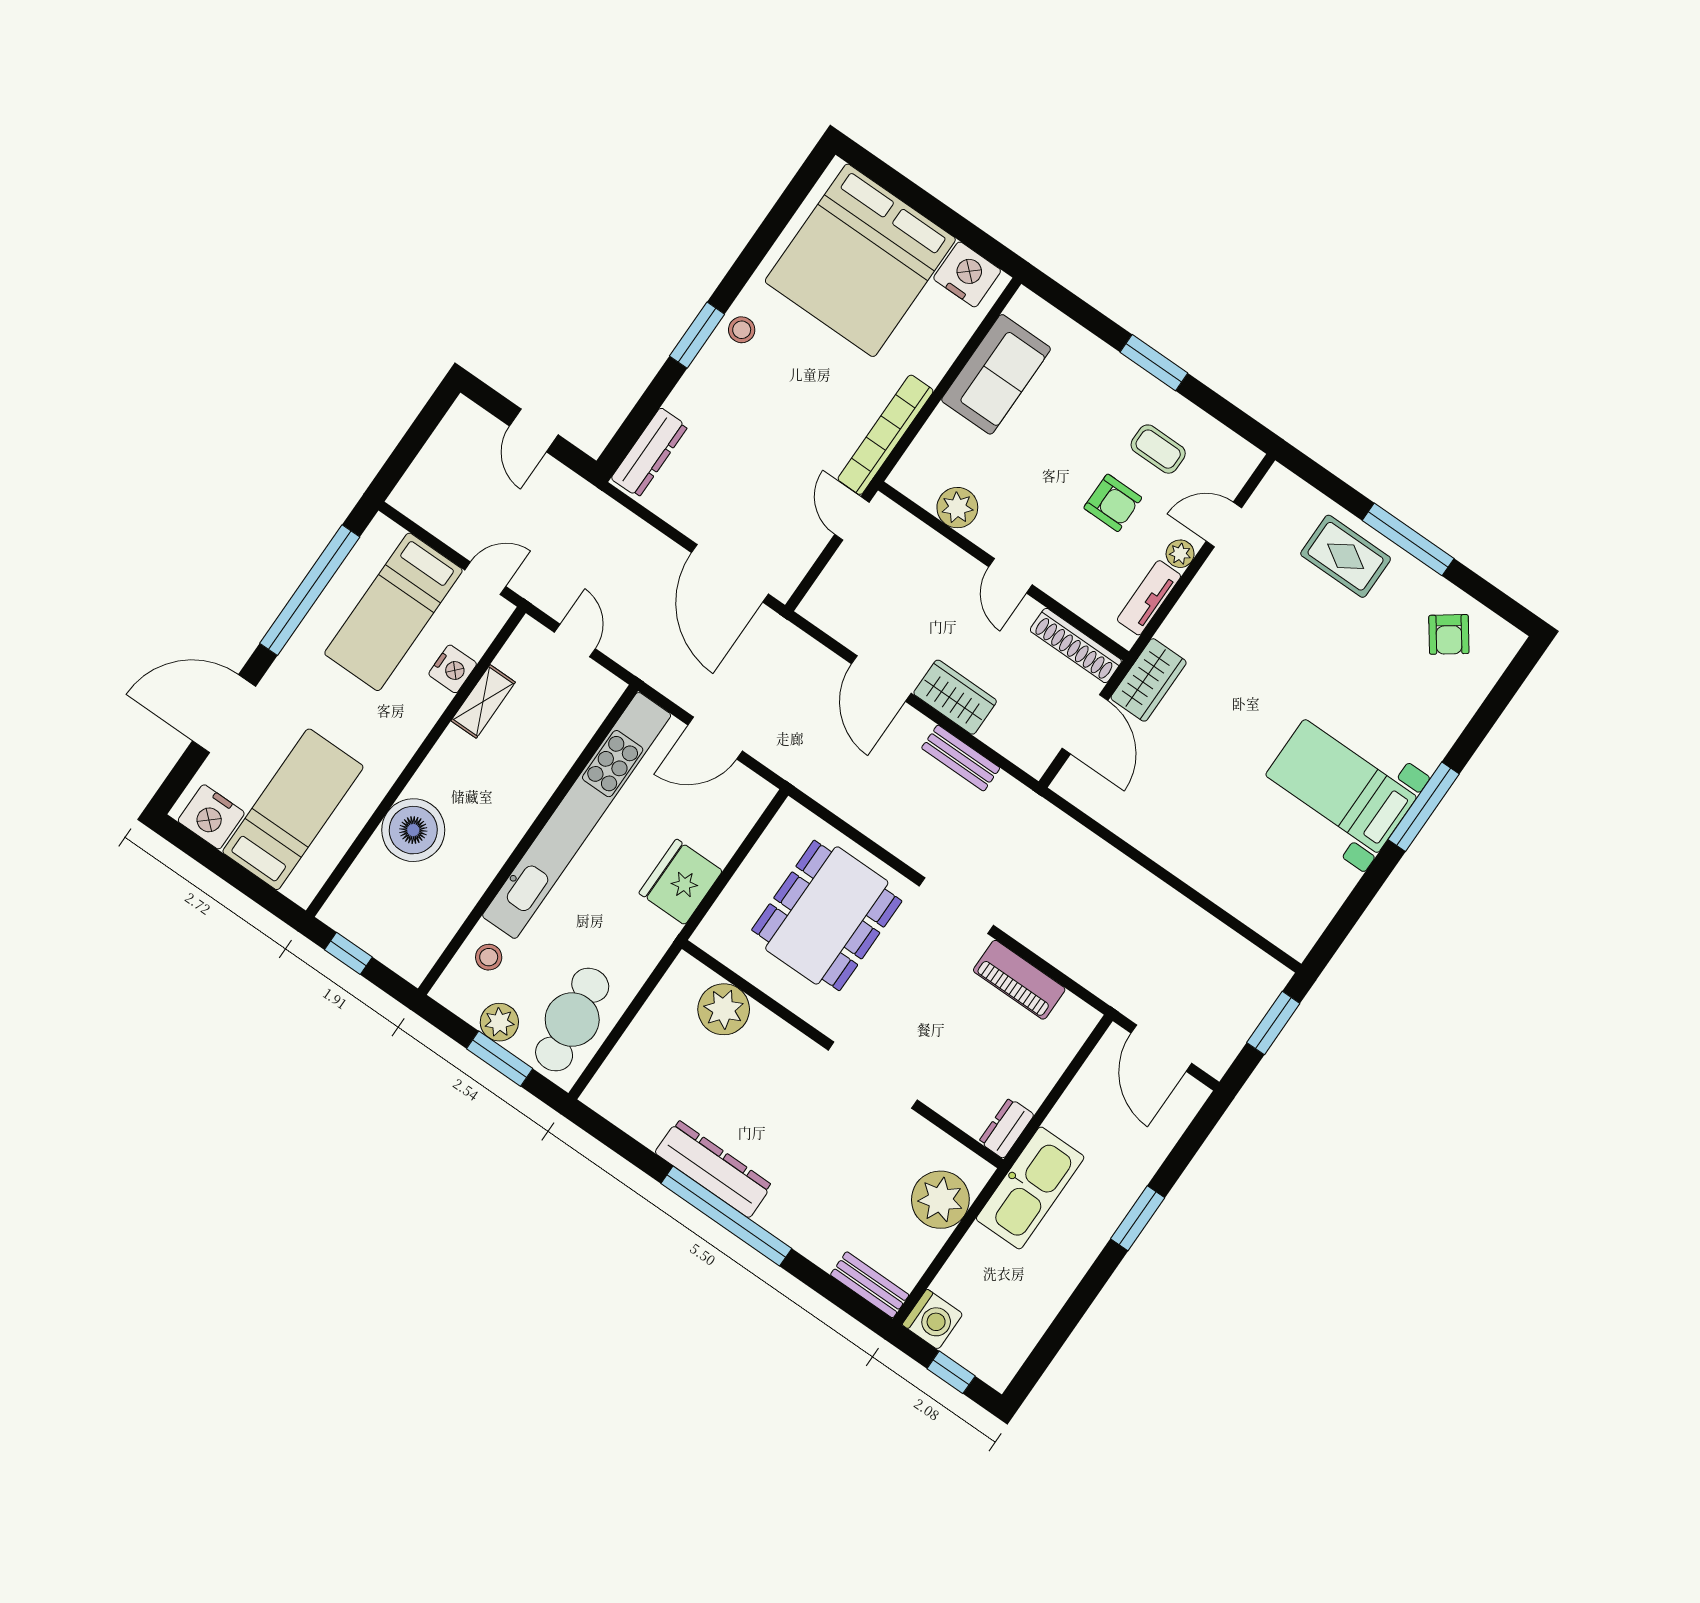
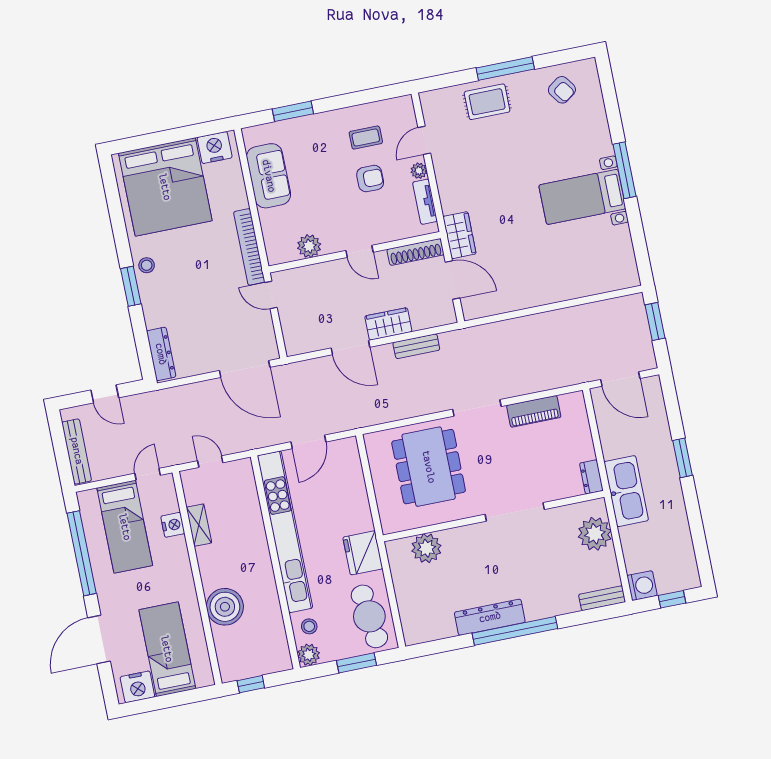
window: (1154, 363) -> (293, 111), moved
bench: (429, 464) -> (77, 451), added
fridge: (681, 882) -> (363, 553), moved
plant: (499, 1022) -> (309, 655), moved

